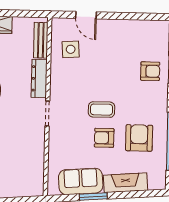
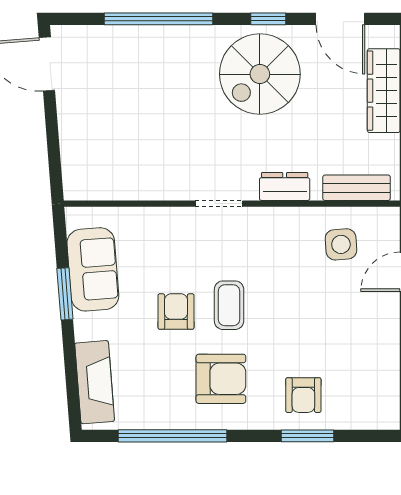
dresser: (39, 78) -> (285, 187), width x0.70
armchair: (139, 138) -> (221, 379), moved
fireplace: (126, 183) -> (95, 382), moved

